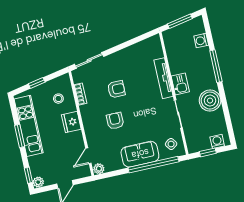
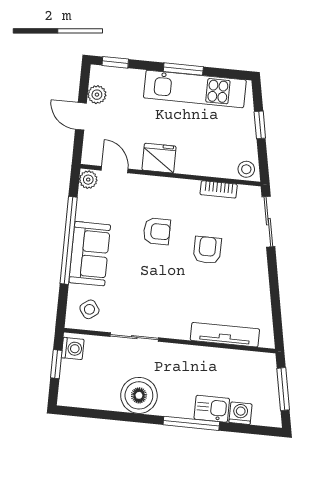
tv unit: (163, 78) -> (225, 335), moved
kitchen sink: (180, 84) -> (212, 409), moved, turned 180
armchair: (116, 89) -> (207, 250), turned 180
stool: (58, 99) -> (246, 169), moved
fridge: (71, 122) -> (159, 158), moved
washing machine: (217, 141) -> (73, 349), moved
window: (153, 165) -> (69, 240), moved
plant: (38, 182) -> (97, 95), moved

